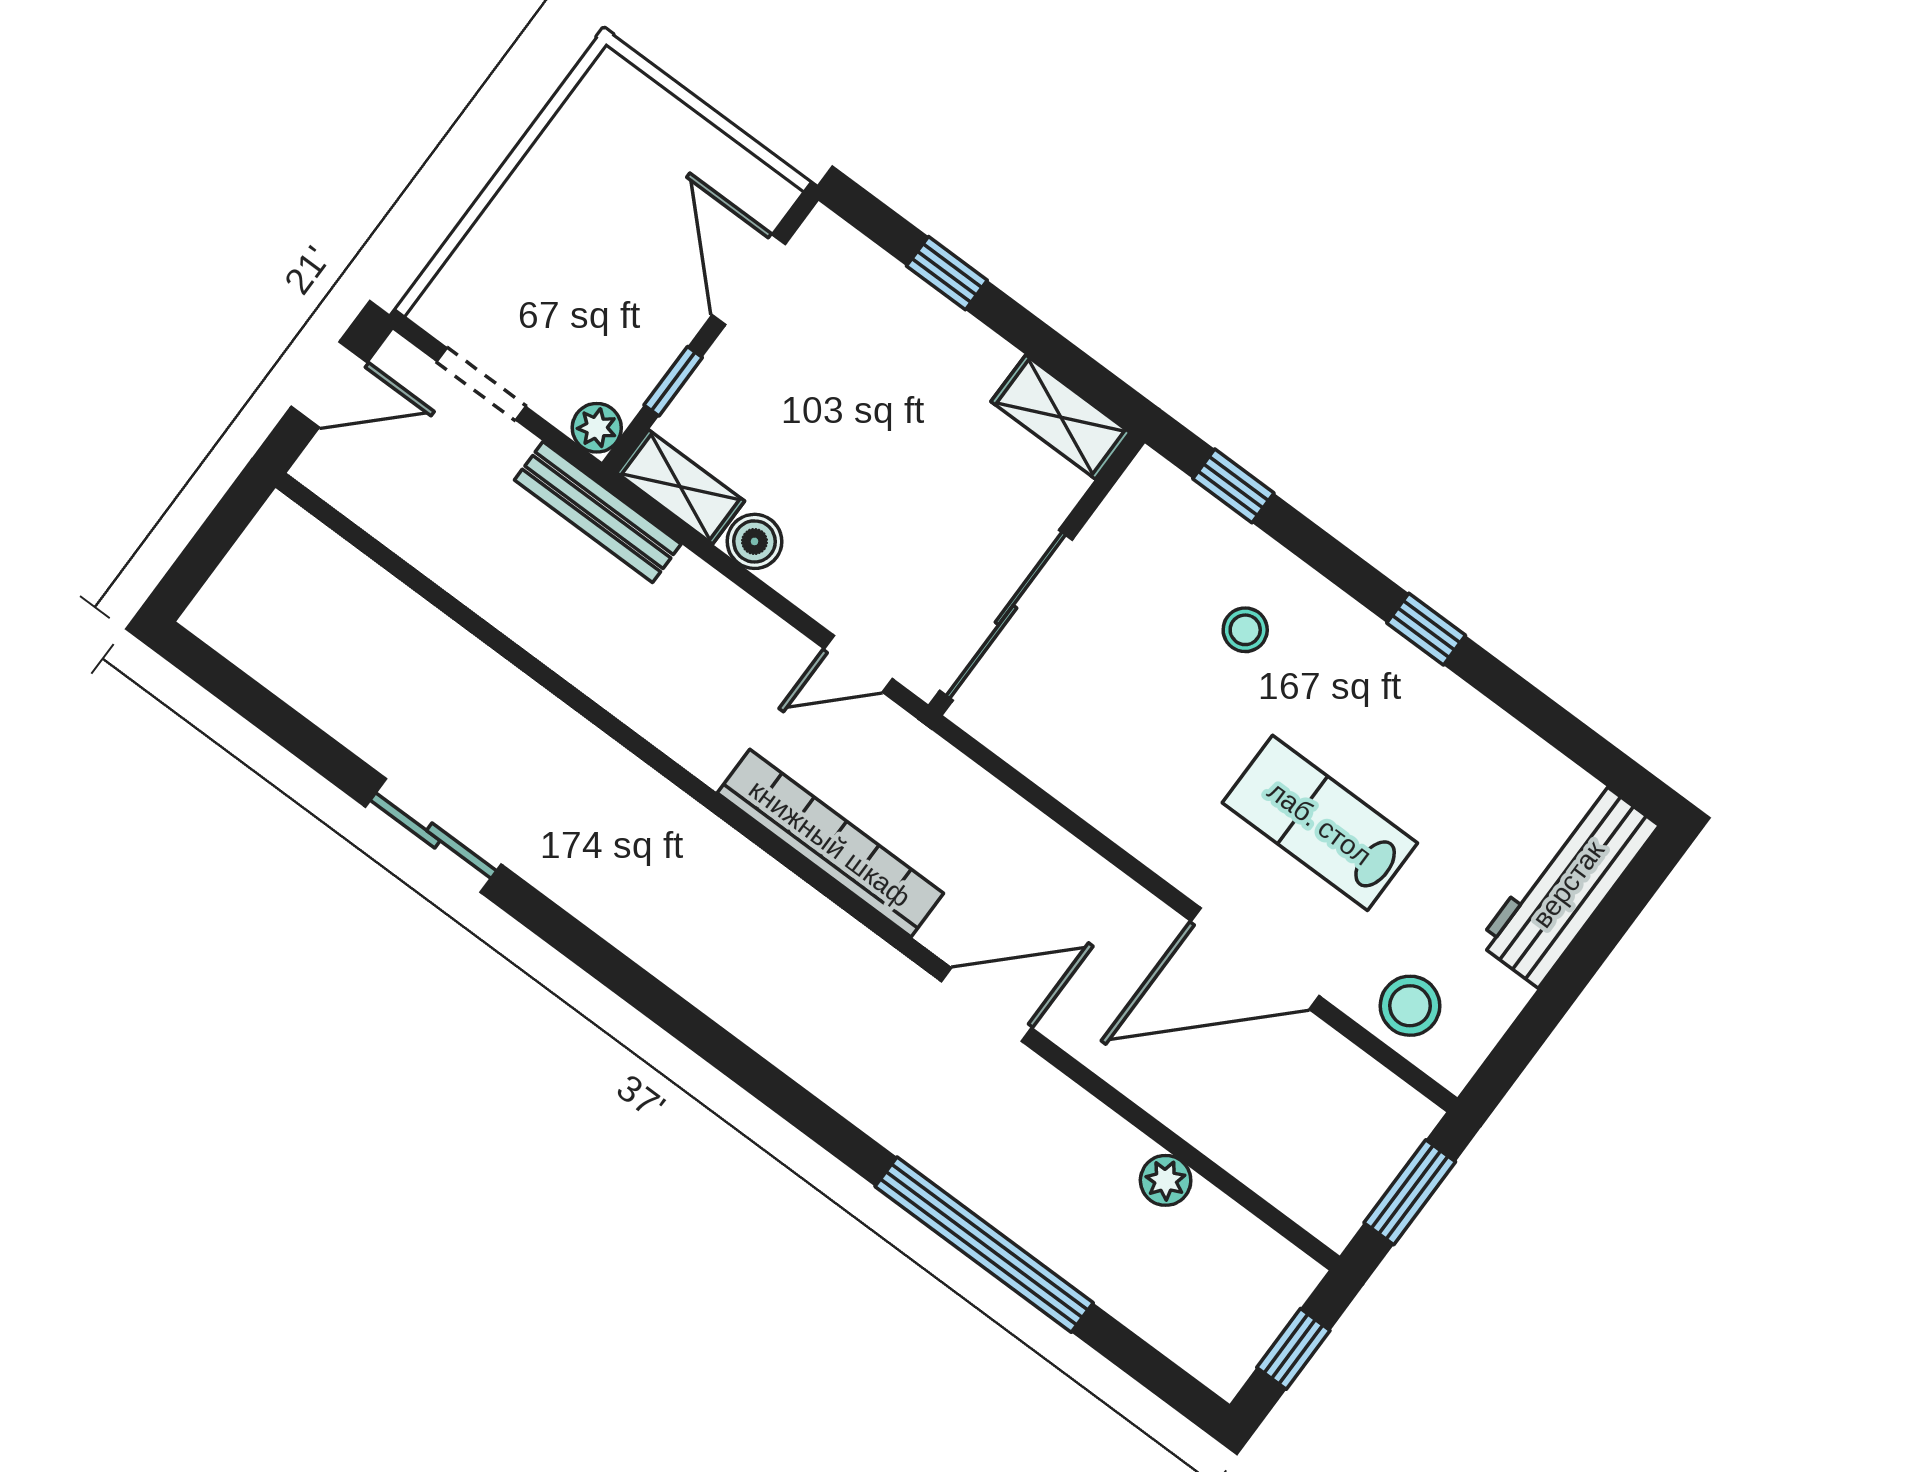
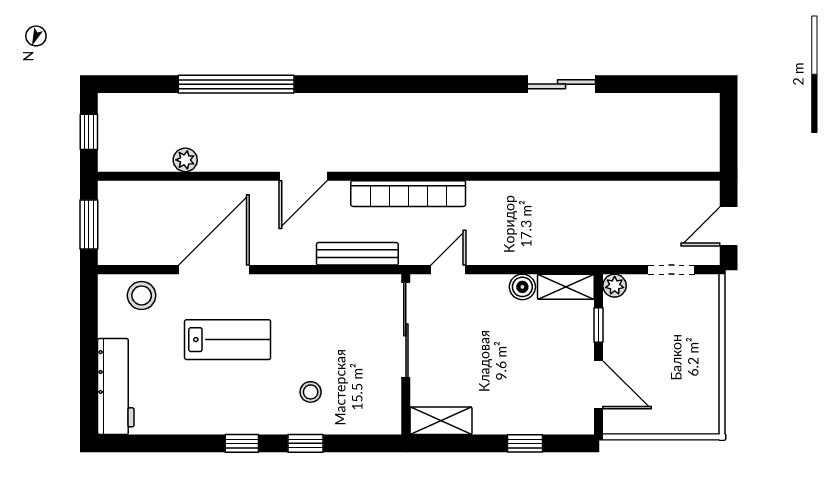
window: (1233, 486) -> (306, 443), moved
bench: (598, 512) -> (357, 254), moved

